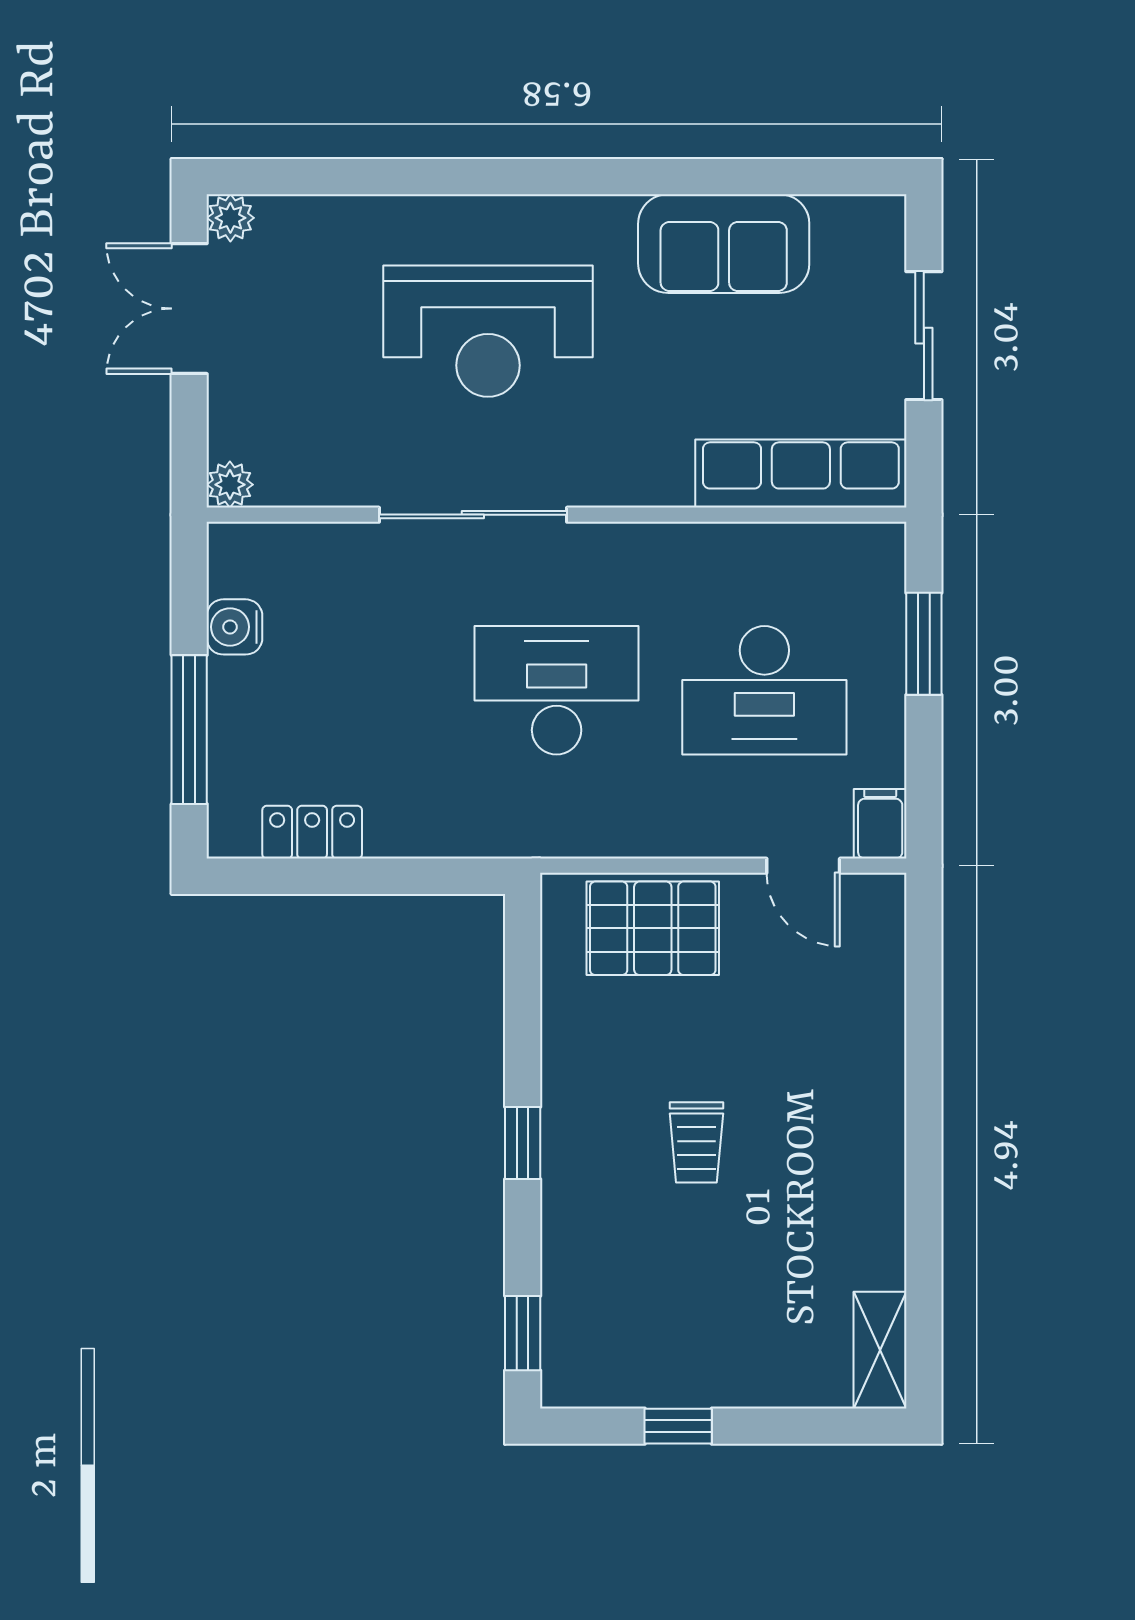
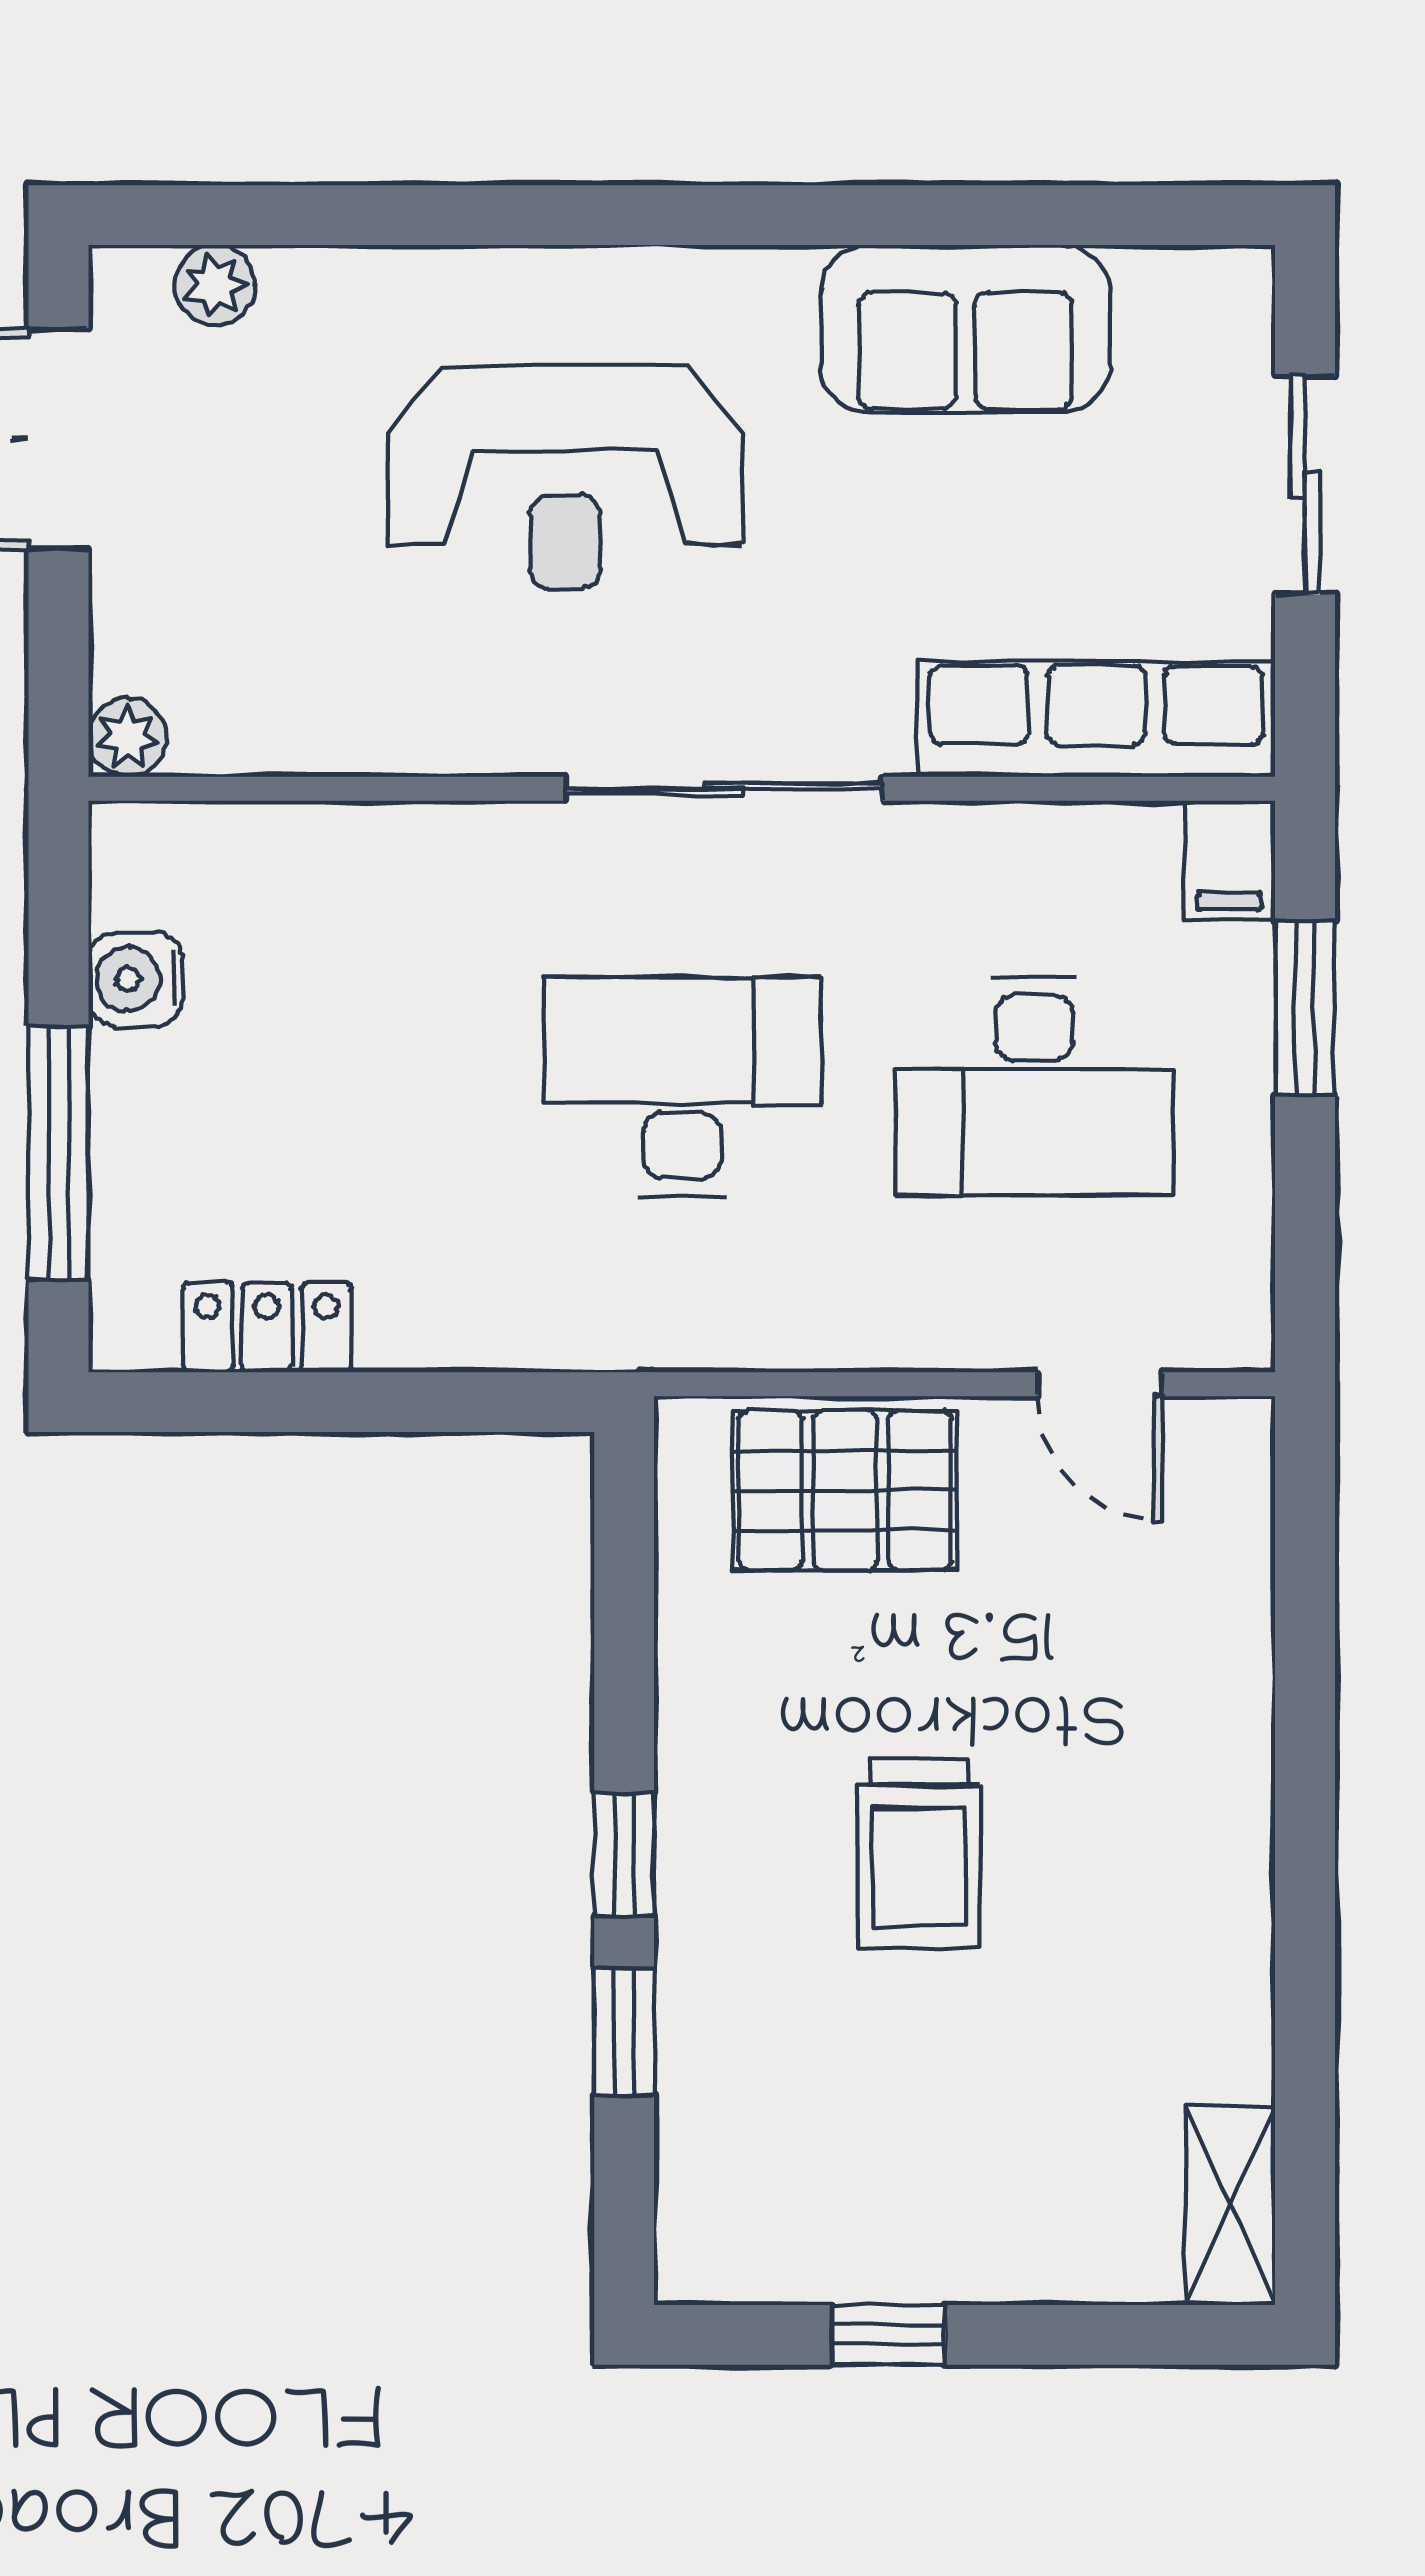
plant: (230, 218) -> (215, 285), moved
sliding door: (473, 515) -> (724, 789), moved
filing cabinet: (880, 824) -> (1229, 860), moved, turned 180
trolley: (696, 1142) -> (919, 1854), width x1.36, depth x1.39
window: (523, 1333) -> (624, 2032), moved

